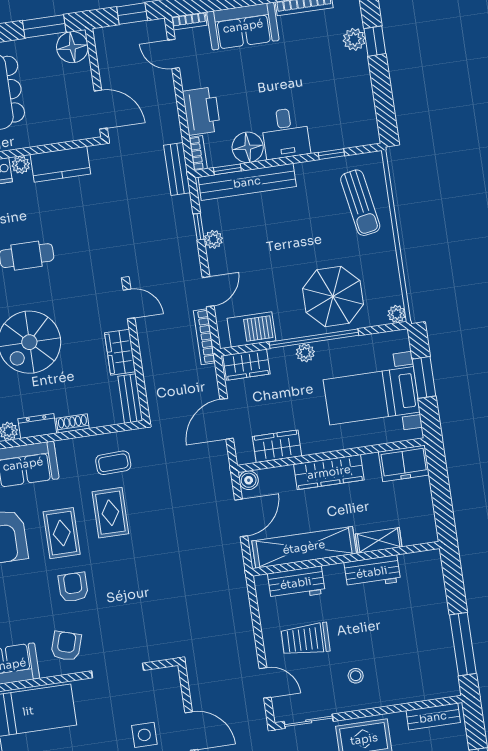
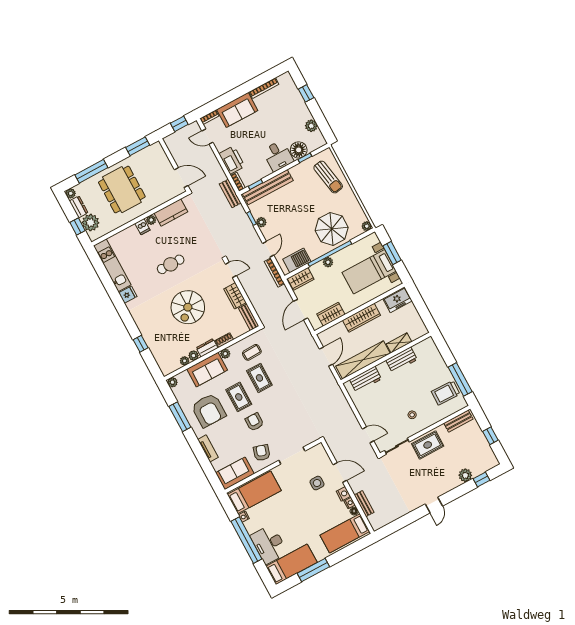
plant: (354, 39) -> (311, 126), moved
floor lamp: (72, 47) -> (156, 152), removed
floor lamp: (248, 147) -> (299, 150), moved
plant: (66, 448) -> (225, 354), added
boiler: (249, 480) -> (323, 336), removed
trolley: (305, 639) -> (446, 393), moved

